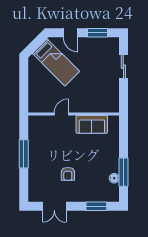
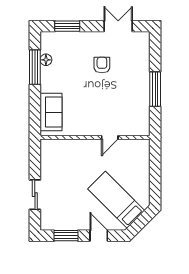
sofa: (92, 124) -> (51, 112), moved, turned 90

